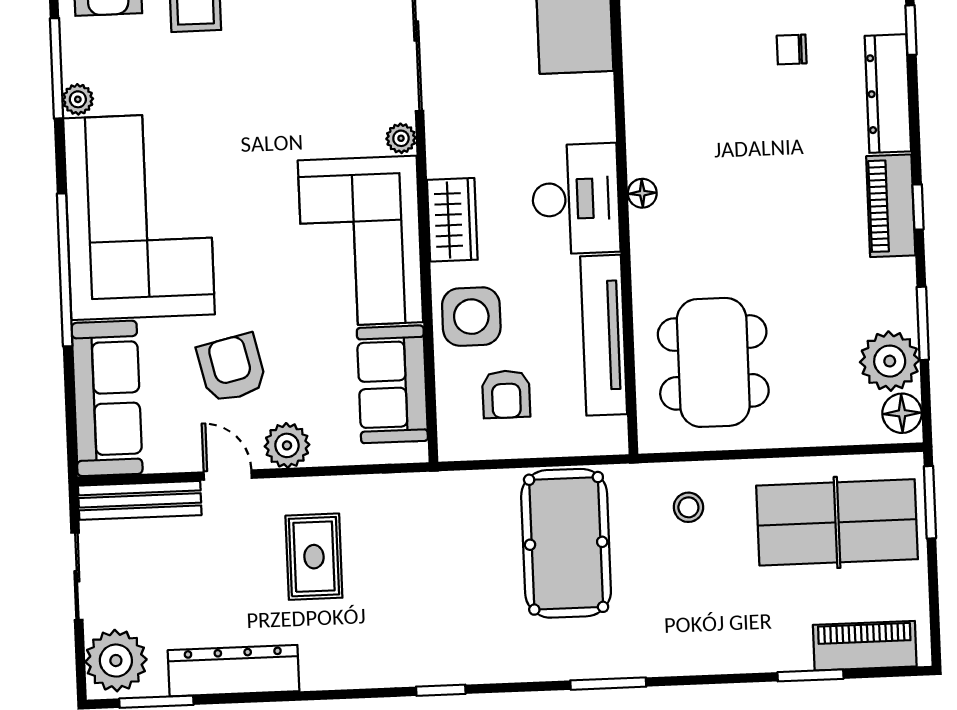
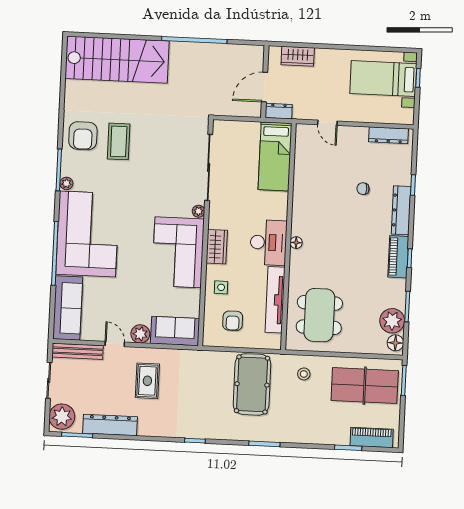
side table: (471, 317) -> (221, 287), width x0.54, depth x0.54
armchair: (232, 368) -> (120, 300), removed
sofa: (392, 384) -> (175, 331), moved, turned 90

